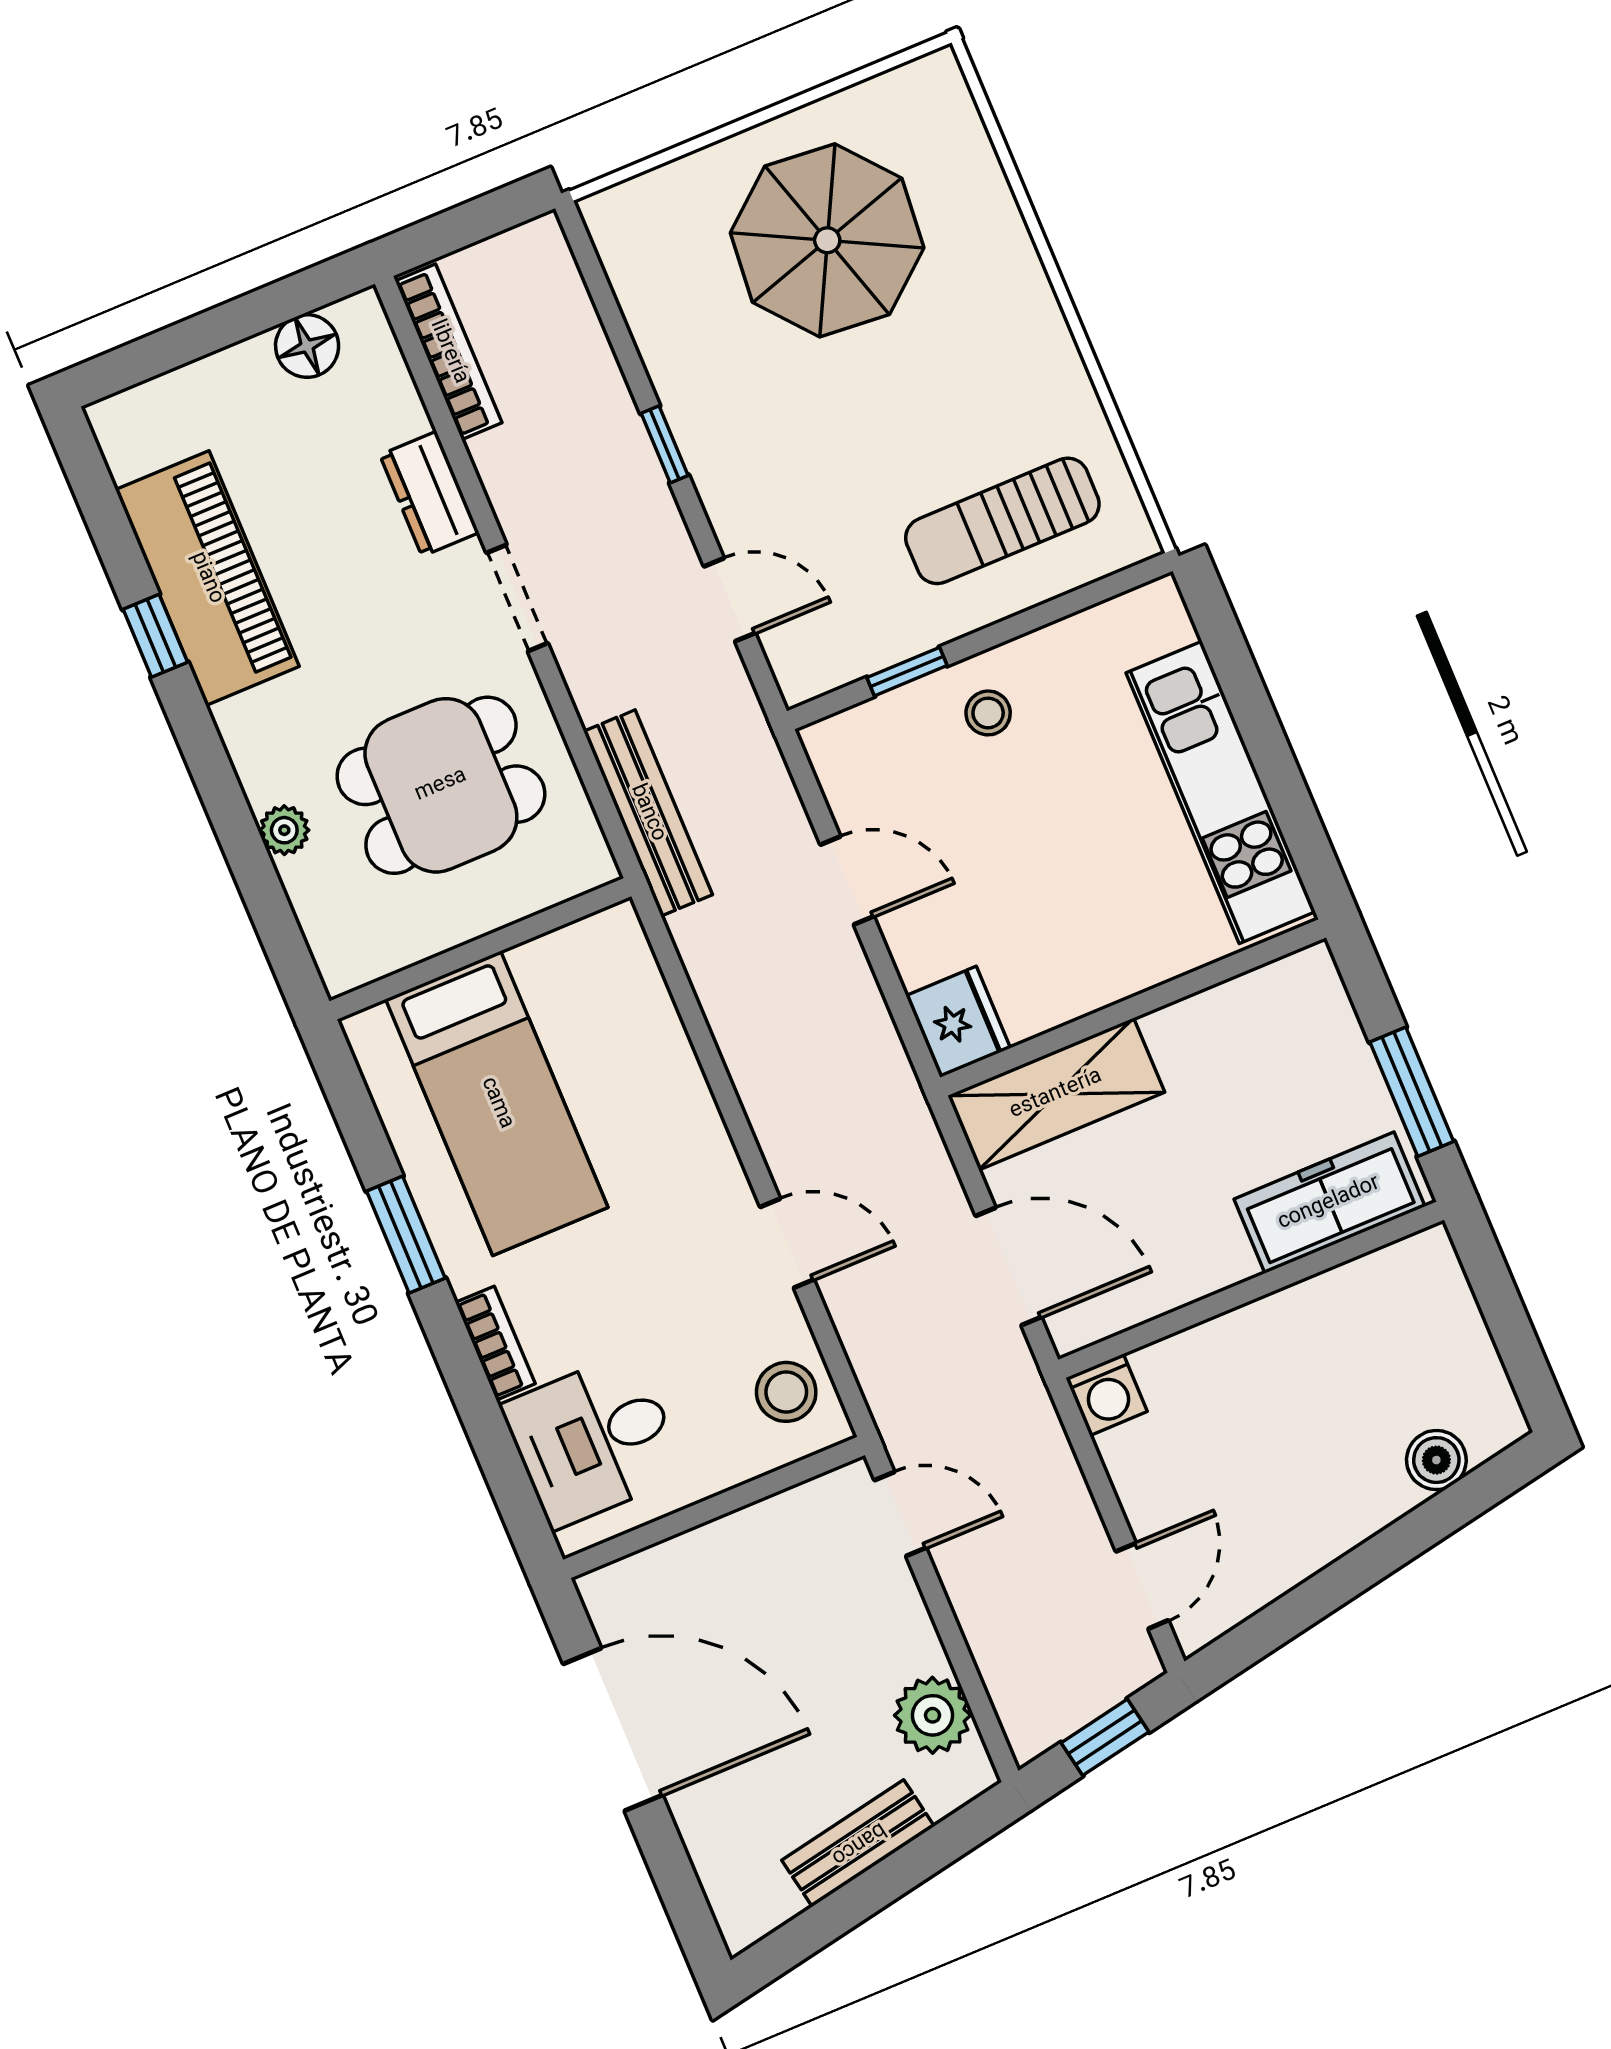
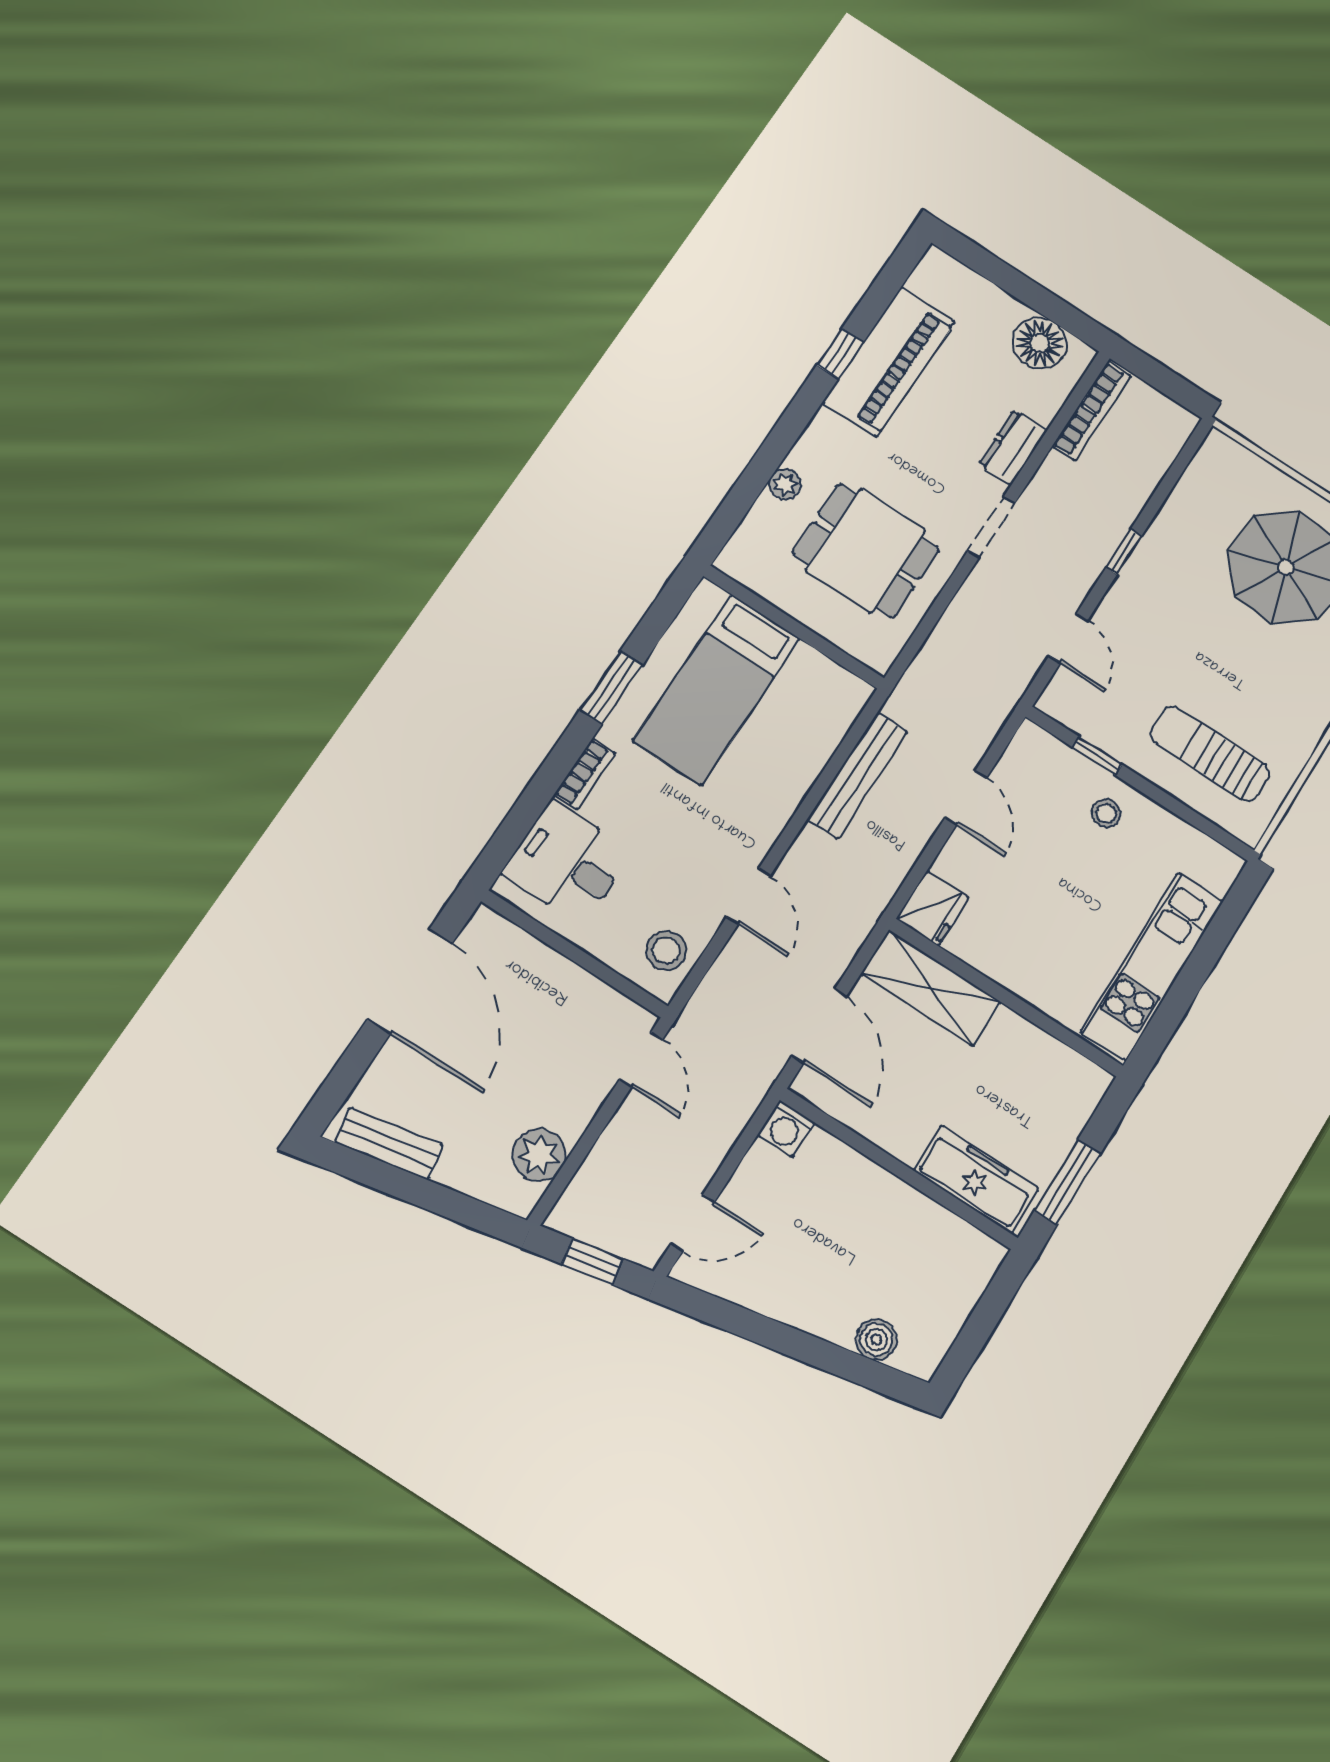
floor lamp: (307, 346) -> (1040, 343), width x1.38, depth x1.38
bench: (648, 813) -> (858, 776), moved
bench: (858, 1843) -> (389, 1143), moved

